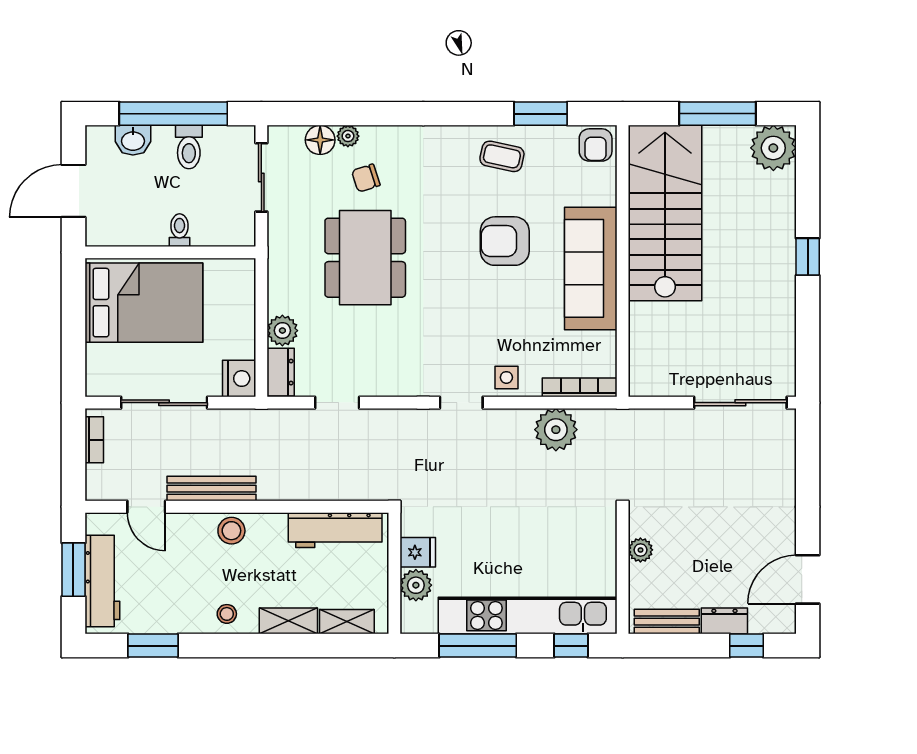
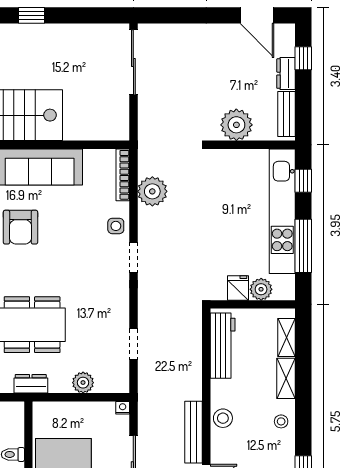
dresser: (281, 372) -> (31, 384), moved
nightstand: (239, 379) -> (123, 408), width x0.53, depth x0.56
plant: (640, 550) -> (236, 125), width x1.87, depth x1.87

